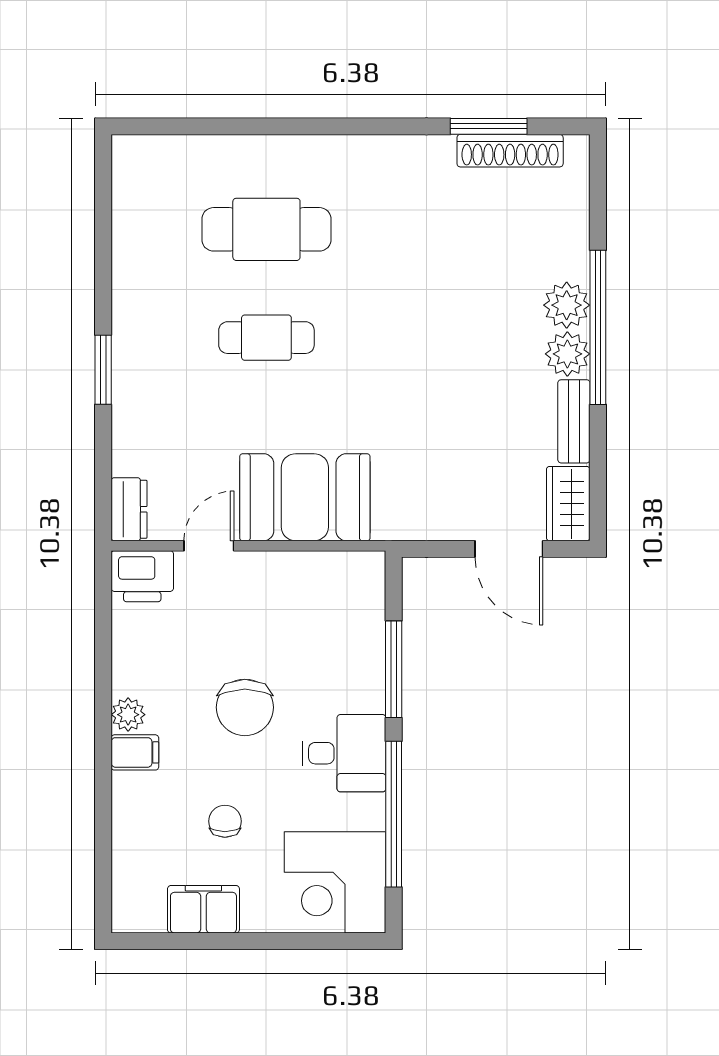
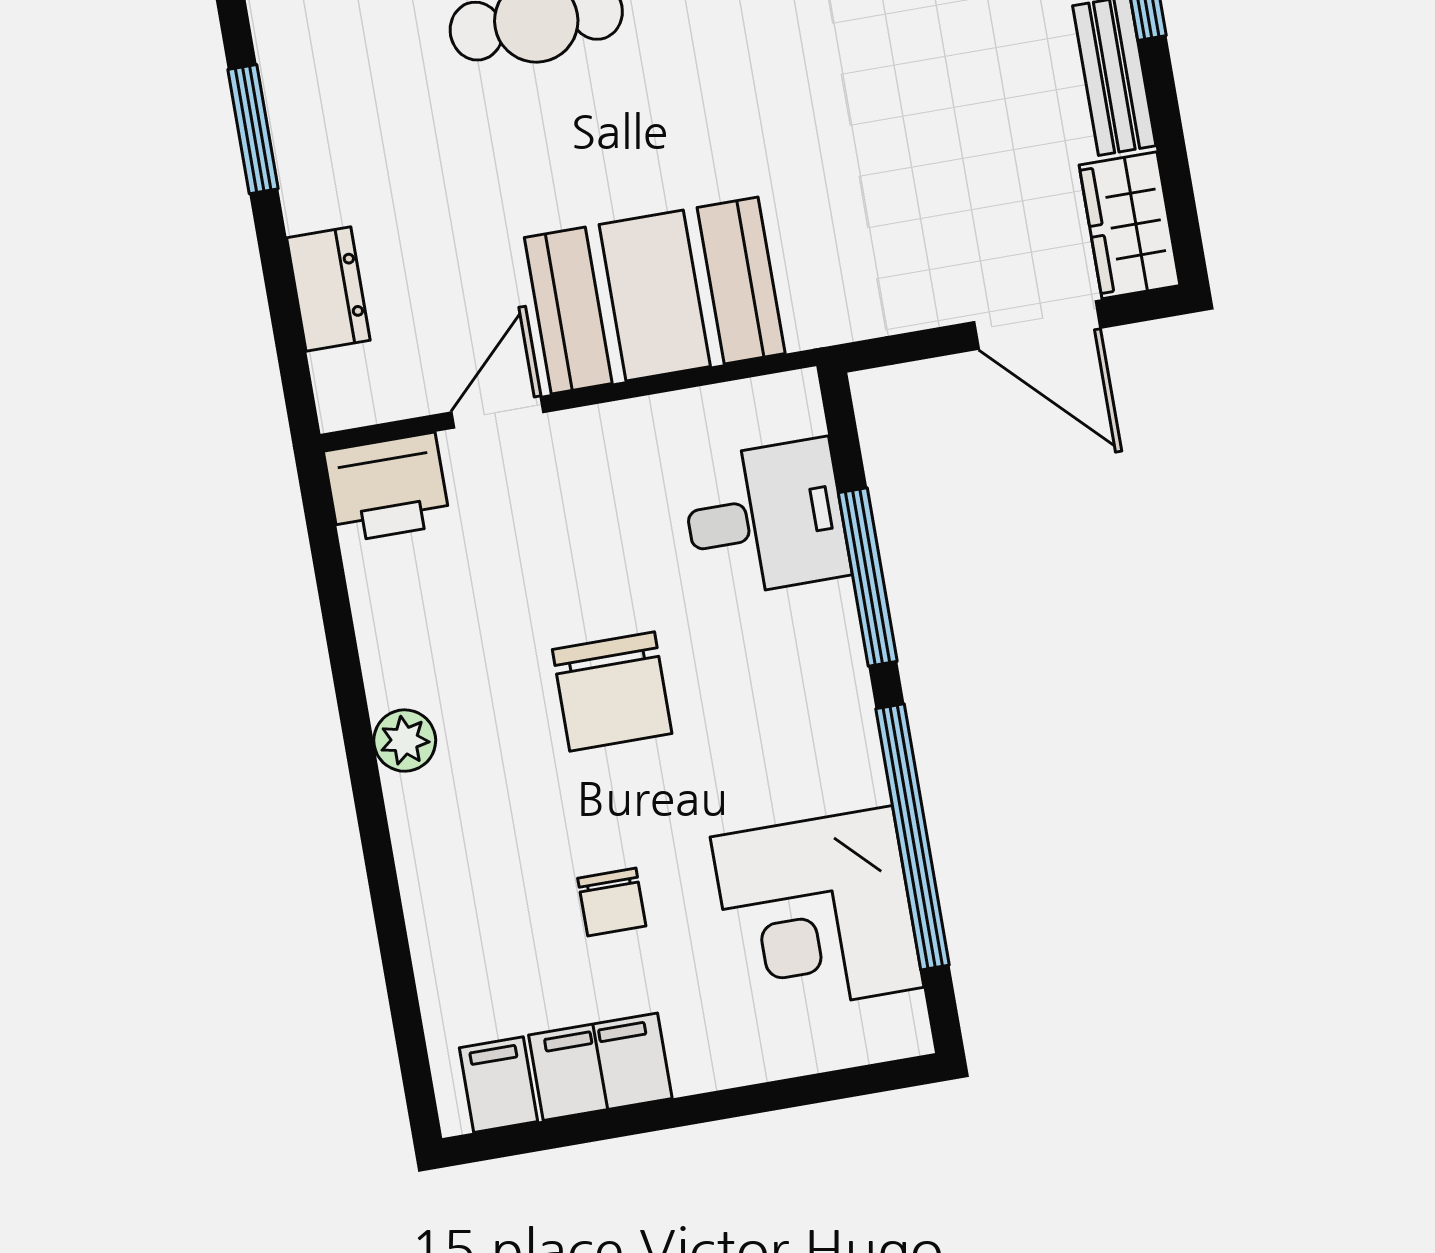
dresser: (129, 509) -> (328, 289), moved
filing cabinet: (135, 752) -> (498, 1085), moved, turned -90
desk: (344, 753) -> (765, 518), moved
chair: (225, 821) -> (612, 902), turned 180
corner desk: (335, 882) -> (817, 912), moved

